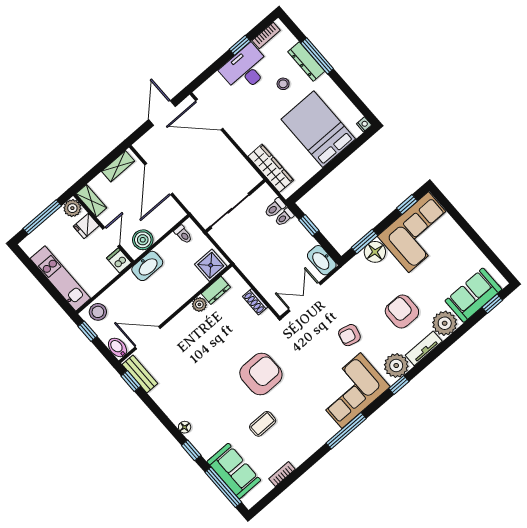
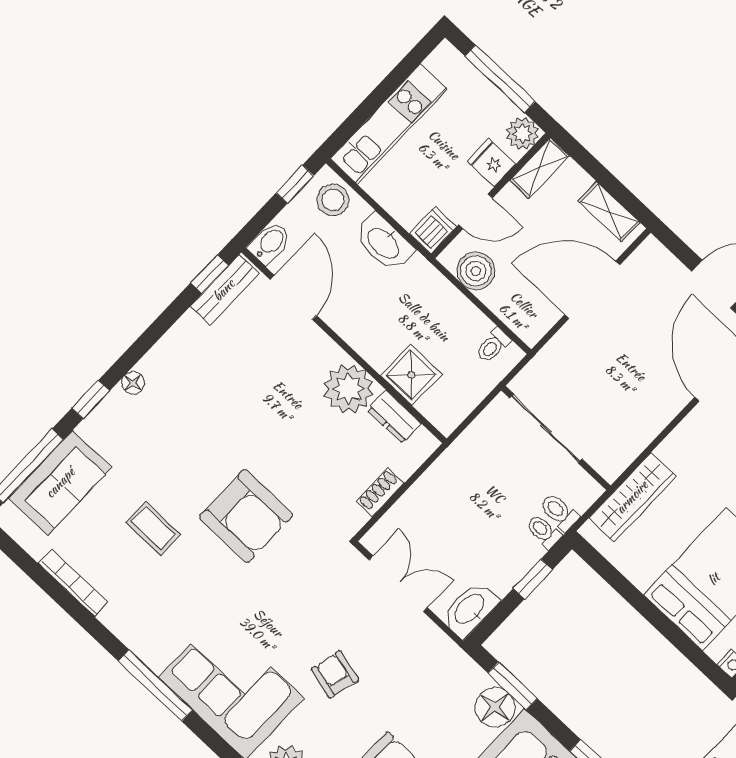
shower: (211, 265) -> (411, 375), moved
washbasin: (147, 266) -> (384, 242), moved
plant: (199, 304) -> (348, 389), width x1.87, depth x1.87
bookcase: (282, 474) -> (73, 583), width x1.56

